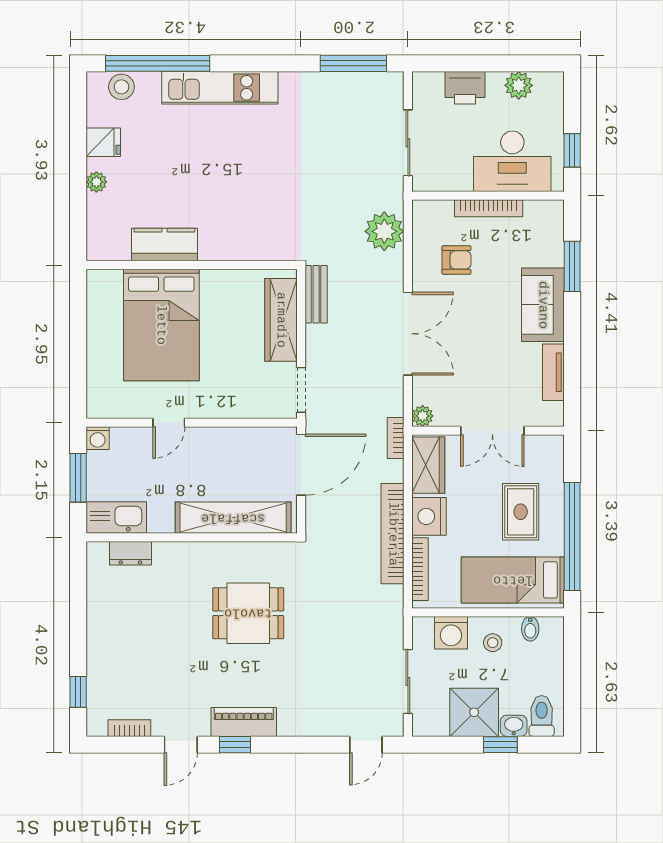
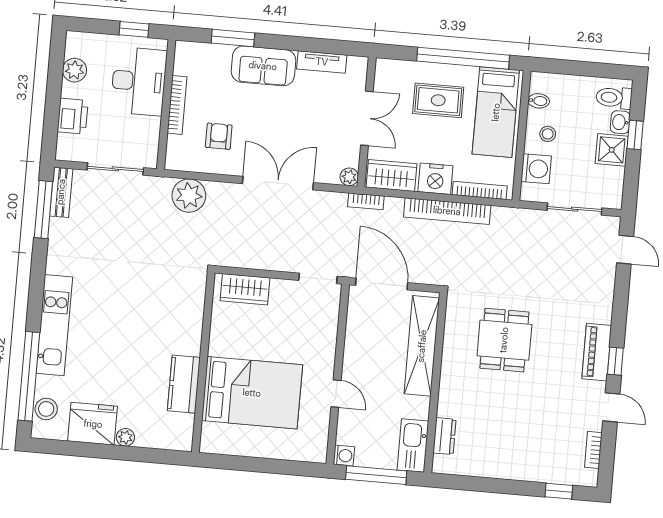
fridge: (103, 142) -> (93, 424), width x1.88, depth x1.34
bench: (316, 294) -> (61, 192), moved, turned 90
wardrobe: (281, 320) -> (245, 289), width x0.67
window: (78, 478) -> (376, 475), width x1.44
shower: (474, 712) -> (612, 150), width x0.73, depth x0.73

